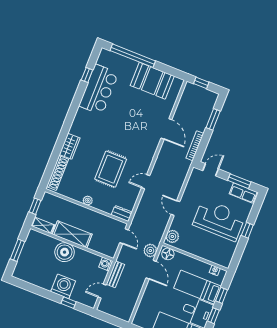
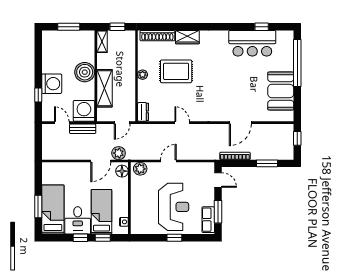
rug: (111, 169) -> (176, 71), moved
shelving: (72, 234) -> (105, 88), moved
washing machine: (106, 264) -> (84, 111), width x1.89, depth x1.89

